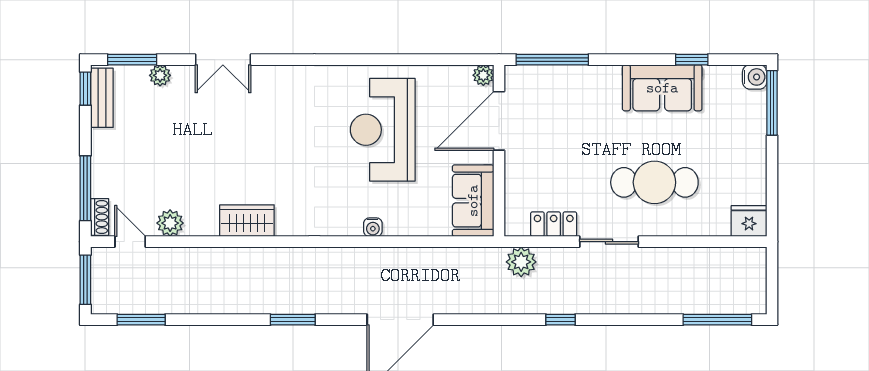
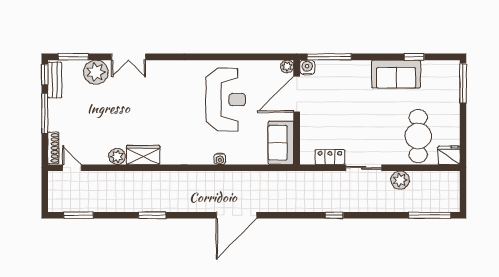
plant: (160, 75) -> (96, 72), width x1.88, depth x1.88
water cooler: (755, 77) -> (307, 67), moved, turned -90
reception desk: (383, 130) -> (226, 100), turned 180
cafe table: (654, 182) -> (418, 136), moved, turned 90
window: (85, 188) -> (45, 113), moved
shoe rack: (100, 217) -> (53, 148), width x1.43
plant: (170, 223) -> (117, 156), moved
plant: (521, 262) -> (400, 180), moved
window: (85, 280) -> (45, 191), removed
window: (293, 320) -> (152, 215), moved

